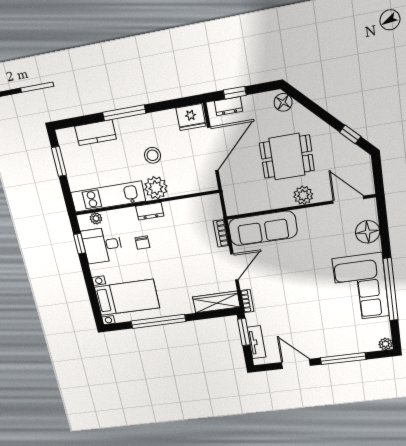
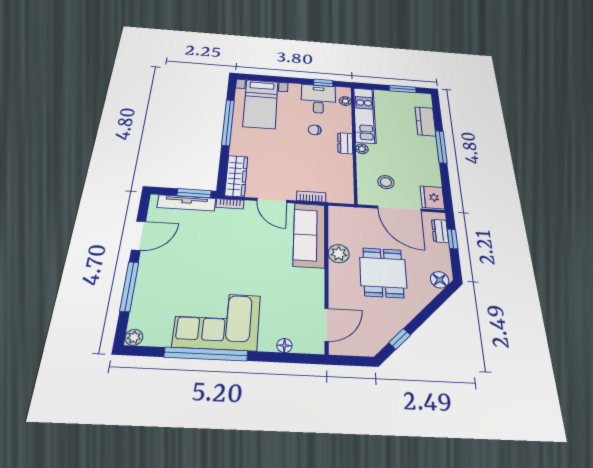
stool: (153, 155) -> (386, 182), moved
plant: (156, 188) -> (362, 149), width x0.53, depth x0.53
plant: (303, 195) -> (339, 254), moved
floor lamp: (368, 232) -> (284, 346), width x0.53, depth x0.53
tv unit: (256, 342) -> (186, 203), width x1.41

